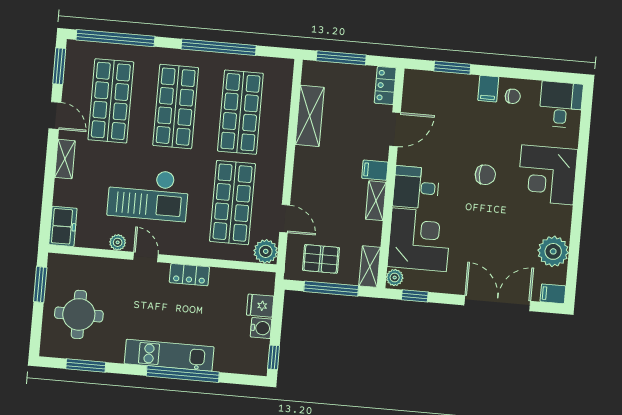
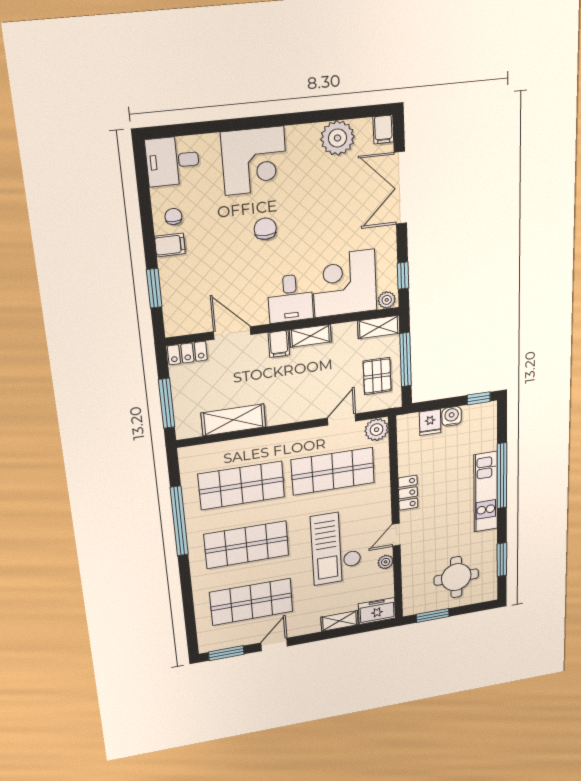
window: (115, 38) -> (189, 613), removed
shelving: (65, 159) -> (340, 621), moved
checkout: (148, 194) -> (336, 547), turned 180

